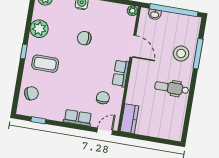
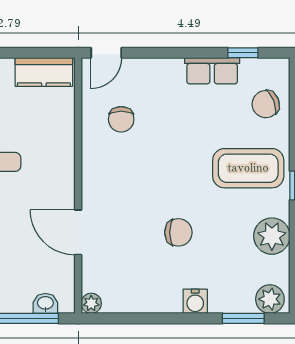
coffee table: (45, 64) -> (248, 168), width x1.36, depth x1.32
row of seats: (121, 73) -> (94, 174), removed
row of seats: (78, 118) -> (212, 71), moved
kitchen counter: (130, 119) -> (44, 72), moved, turned -90

